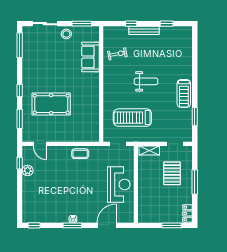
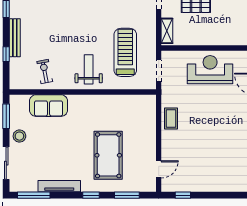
tv unit: (27, 65) -> (59, 186), added
weight bench: (146, 81) -> (89, 69), moved
treadmill: (132, 118) -> (125, 52), turned 180
plant: (28, 170) -> (192, 185), removed

